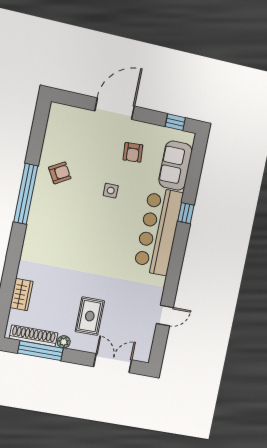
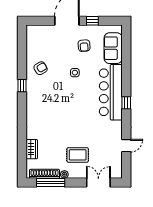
window: (175, 122) -> (92, 21), moved
window: (26, 194) -> (22, 86), width x0.32
window: (186, 213) -> (126, 103), moved
rug: (90, 316) -> (78, 155), turned 90

